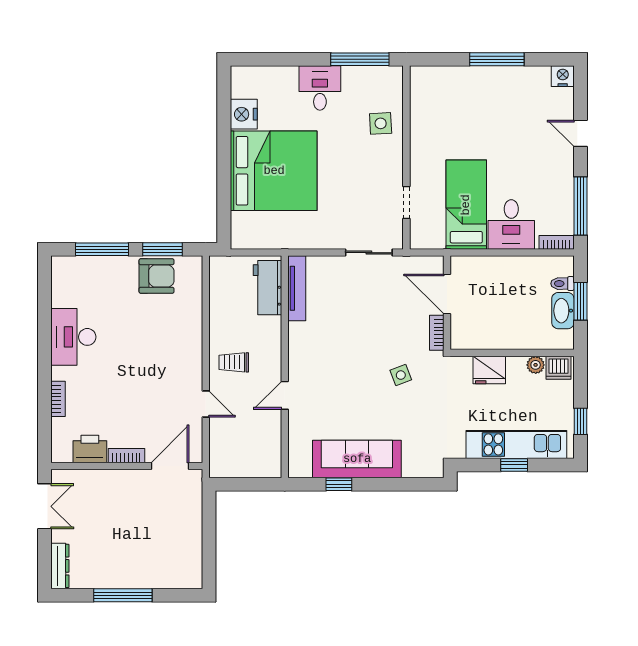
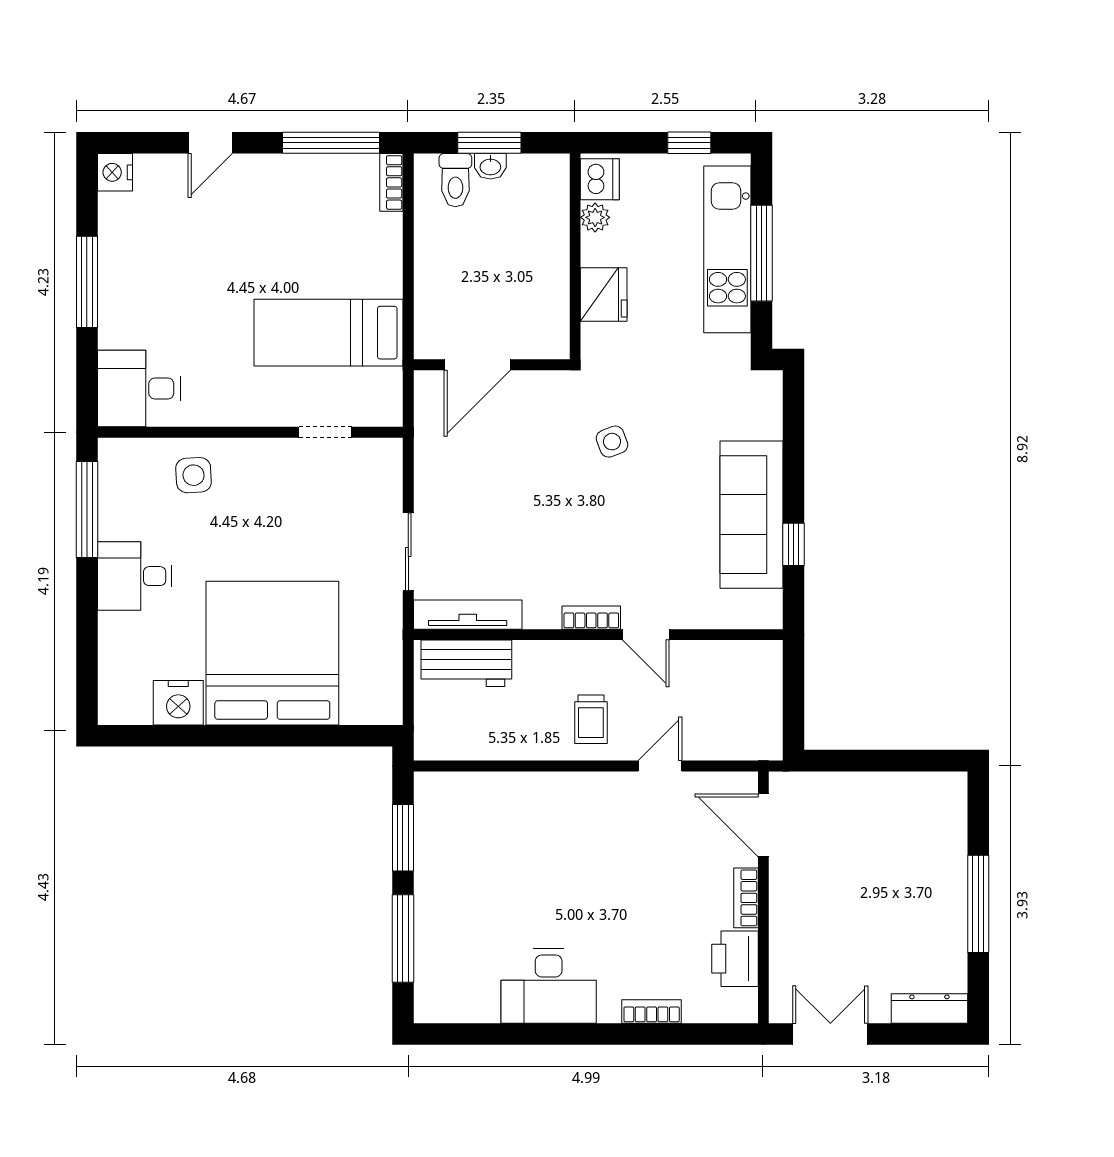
desk: (511, 224) -> (139, 389), moved, turned 180
sliding door: (369, 253) -> (408, 552), moved
armchair: (157, 276) -> (447, 848), removed
toilet: (562, 284) -> (455, 180), width x1.37, depth x1.39
washbasin: (563, 311) -> (490, 166), width x0.52, depth x0.69
bookcase: (437, 333) -> (591, 618), moved, turned 180
window: (514, 465) -> (762, 253), width x2.17

